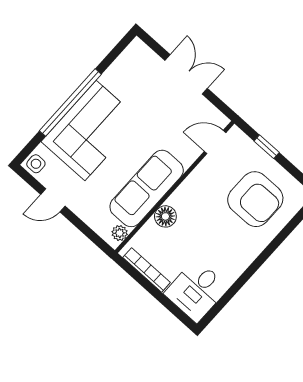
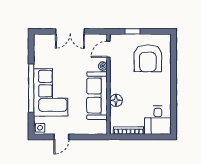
double door: (186, 74) -> (70, 31), swing flipped
armchair: (255, 199) -> (148, 58), turned 90
plant: (120, 233) -> (103, 66), moved

